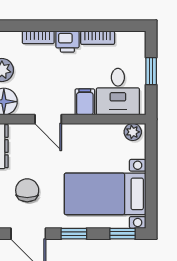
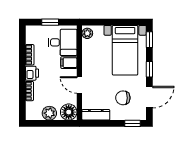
door: (48, 119) -> (79, 85), swing flipped

